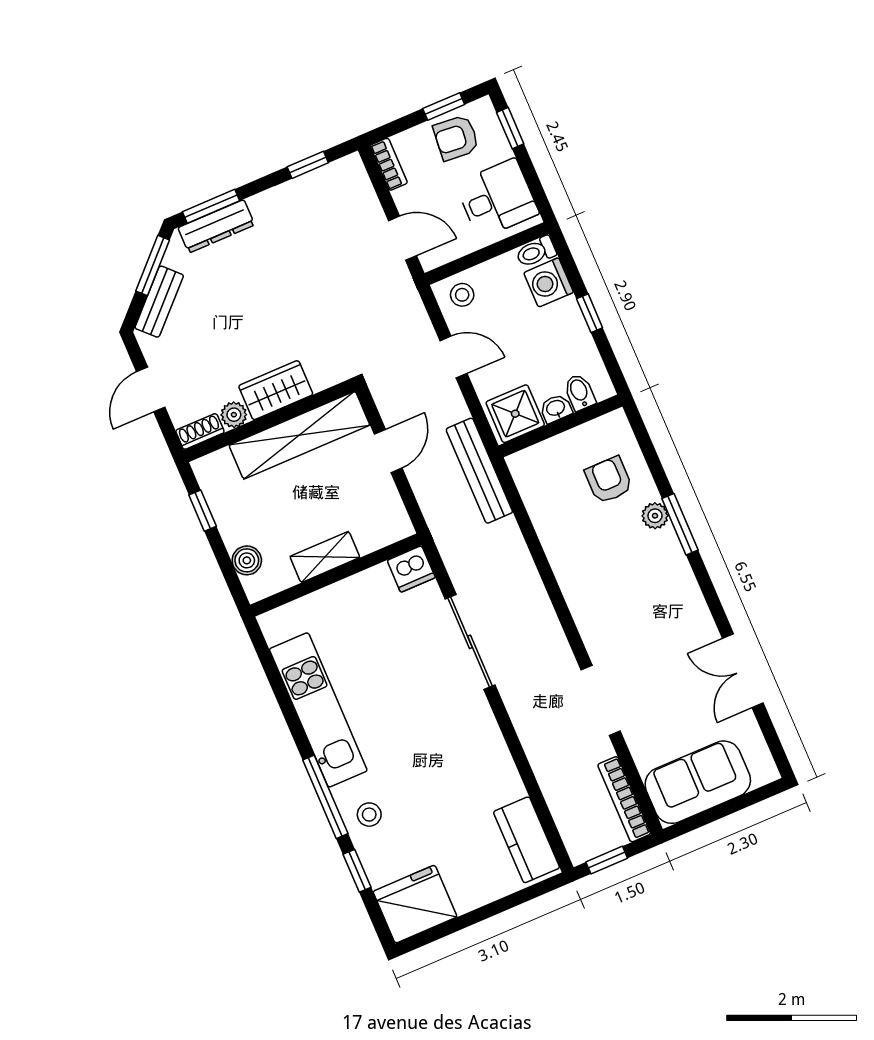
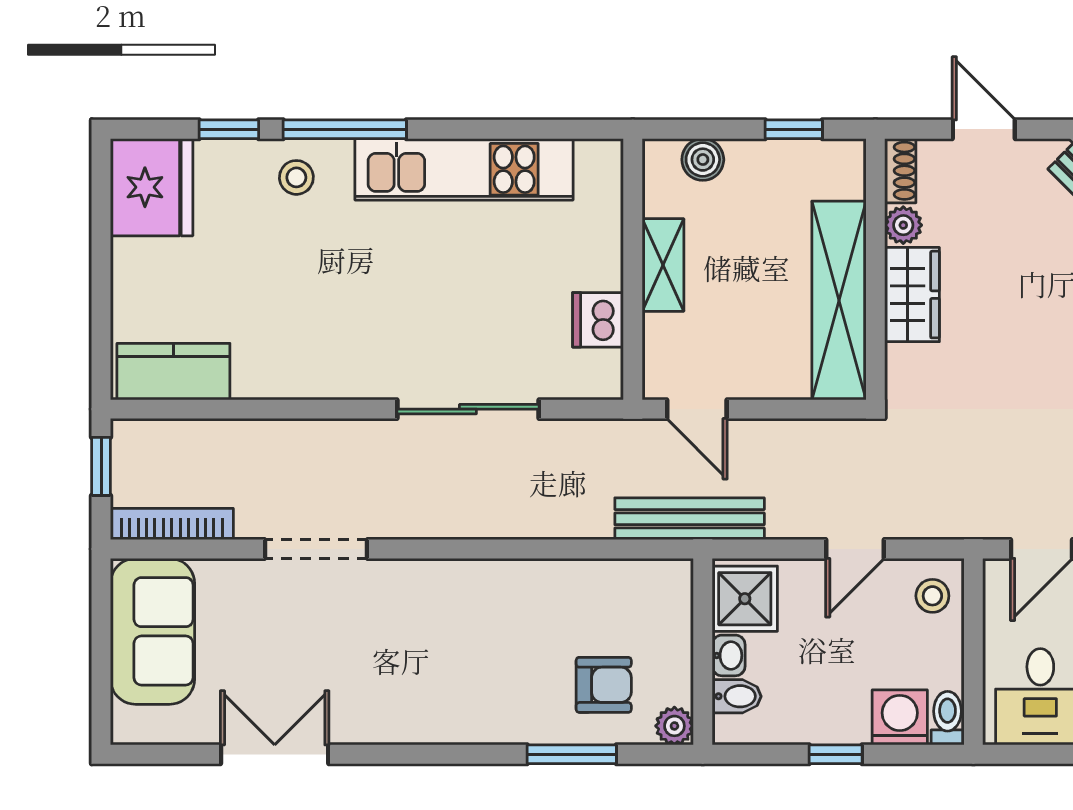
door: (388, 451) -> (697, 409), moved
plant: (655, 516) -> (674, 726), moved
window: (680, 524) -> (572, 754), moved
dishwasher: (411, 569) -> (598, 320), moved

